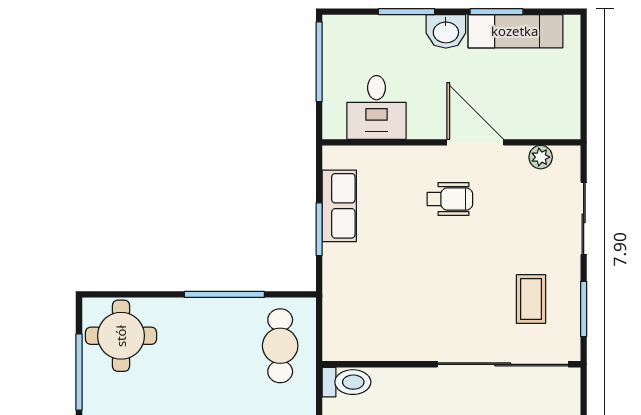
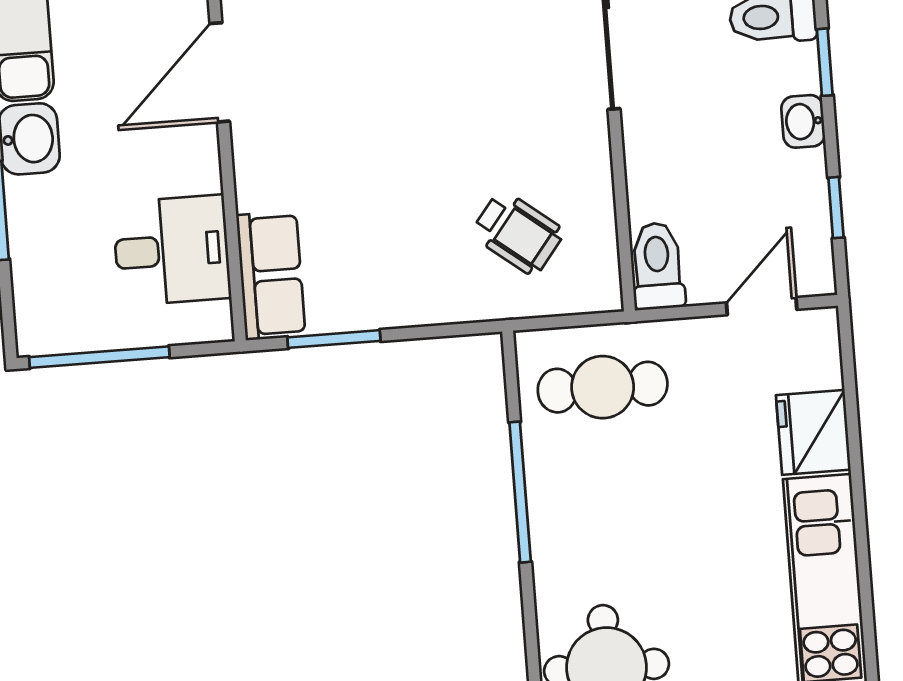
wheelchair: (450, 199) -> (518, 233), moved, turned 128
row of seats: (339, 206) -> (271, 275), moved, turned 90
window: (319, 229) -> (334, 339), moved

